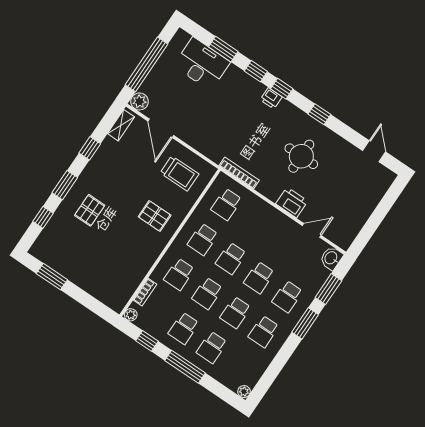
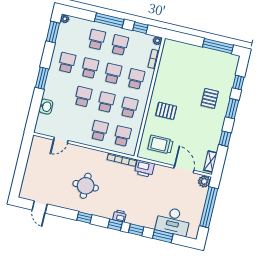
printer: (292, 202) -> (144, 169), moved
washbasin: (331, 258) -> (46, 107), moved
window: (52, 277) -> (218, 46), width x1.44
window: (328, 289) -> (53, 32), moved
school desk: (287, 297) -> (99, 131), moved

